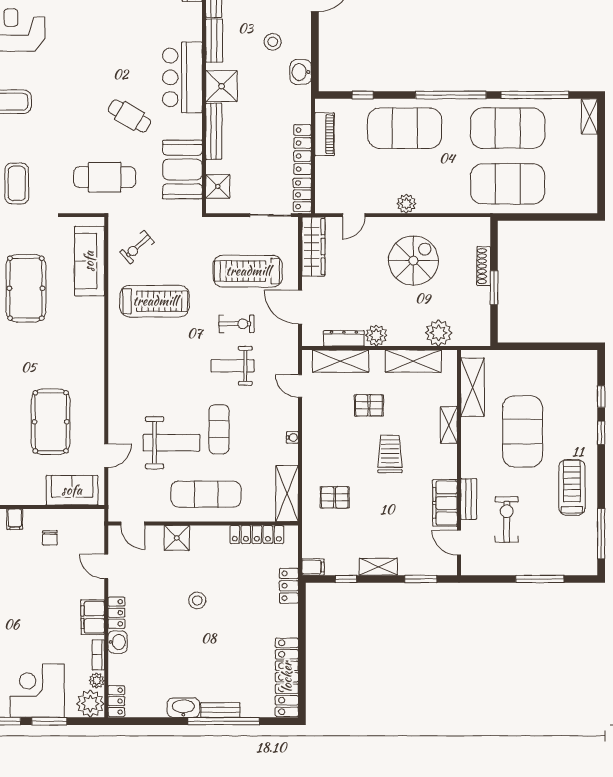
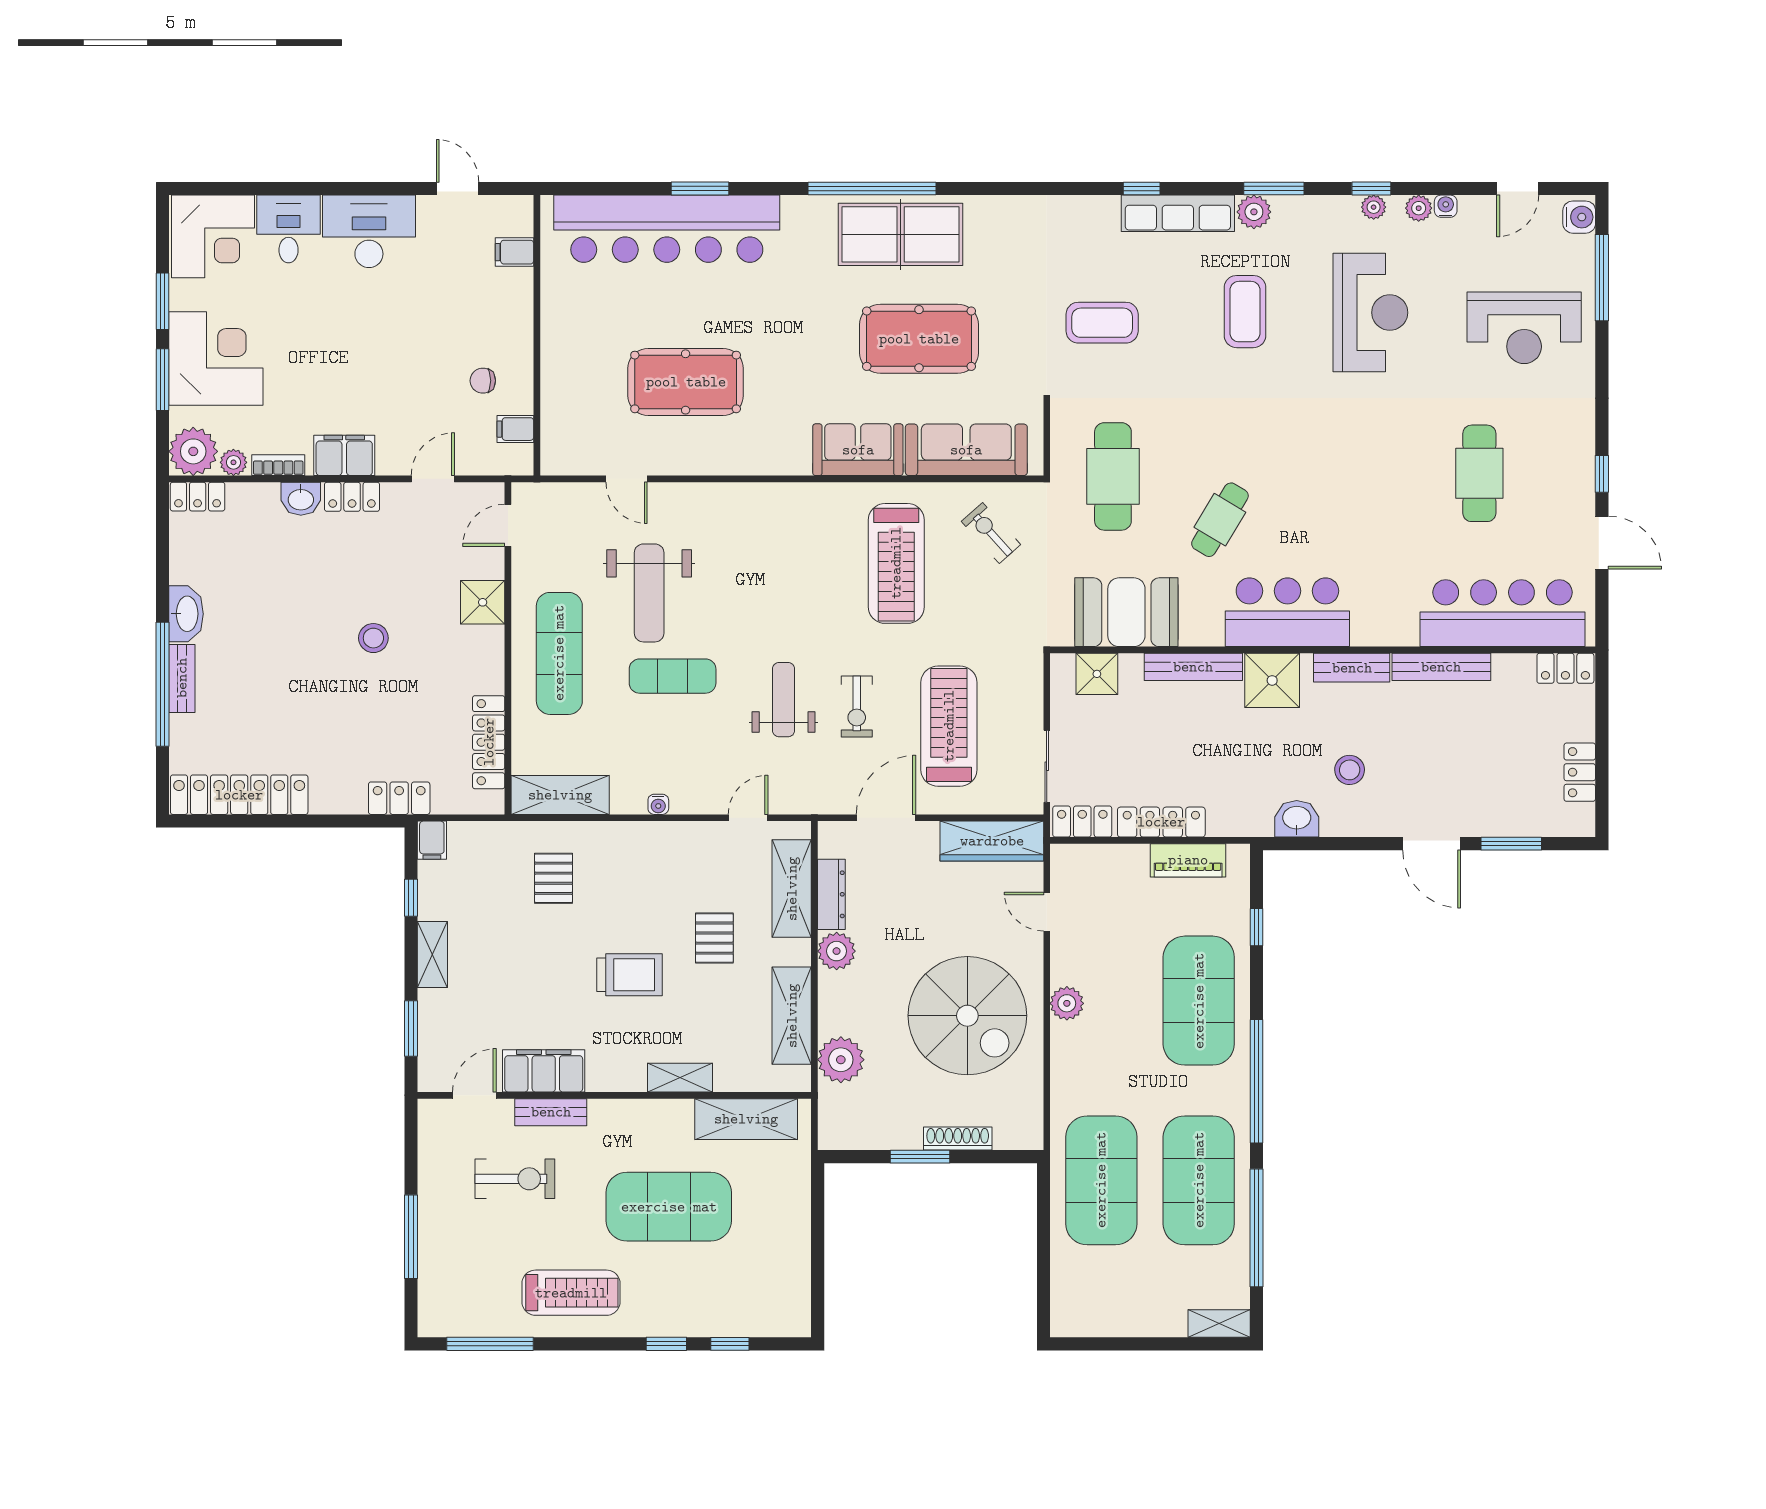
spiral stairs: (413, 261) -> (967, 1016), width x1.37, depth x1.37
sofa: (72, 490) -> (858, 450), moved, turned -90
filing cabinet: (15, 519) -> (515, 429), moved

